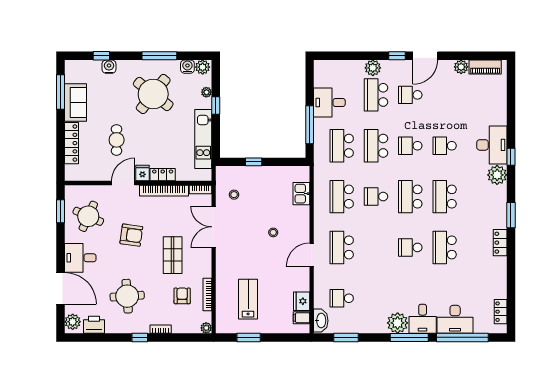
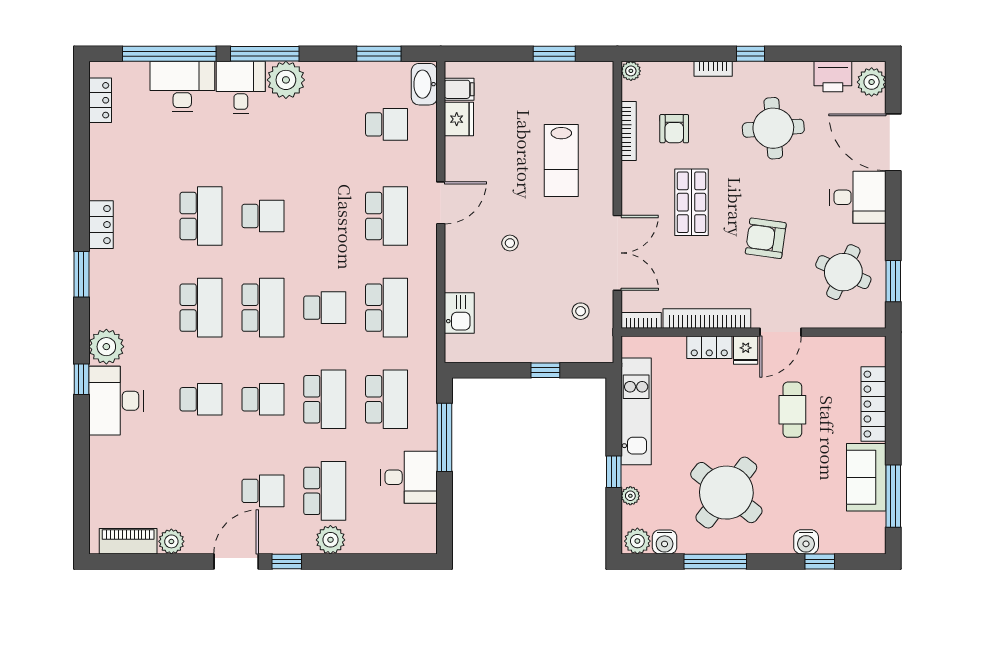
lab bench: (248, 299) -> (561, 161), moved

